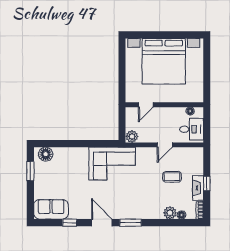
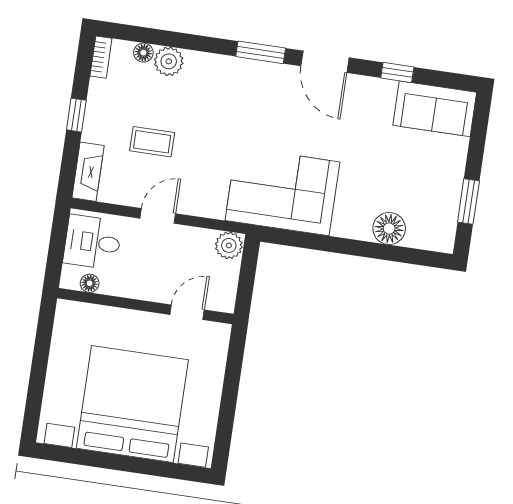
floor lamp: (46, 154) -> (389, 229), moved
fireplace: (198, 188) -> (88, 172), moved

